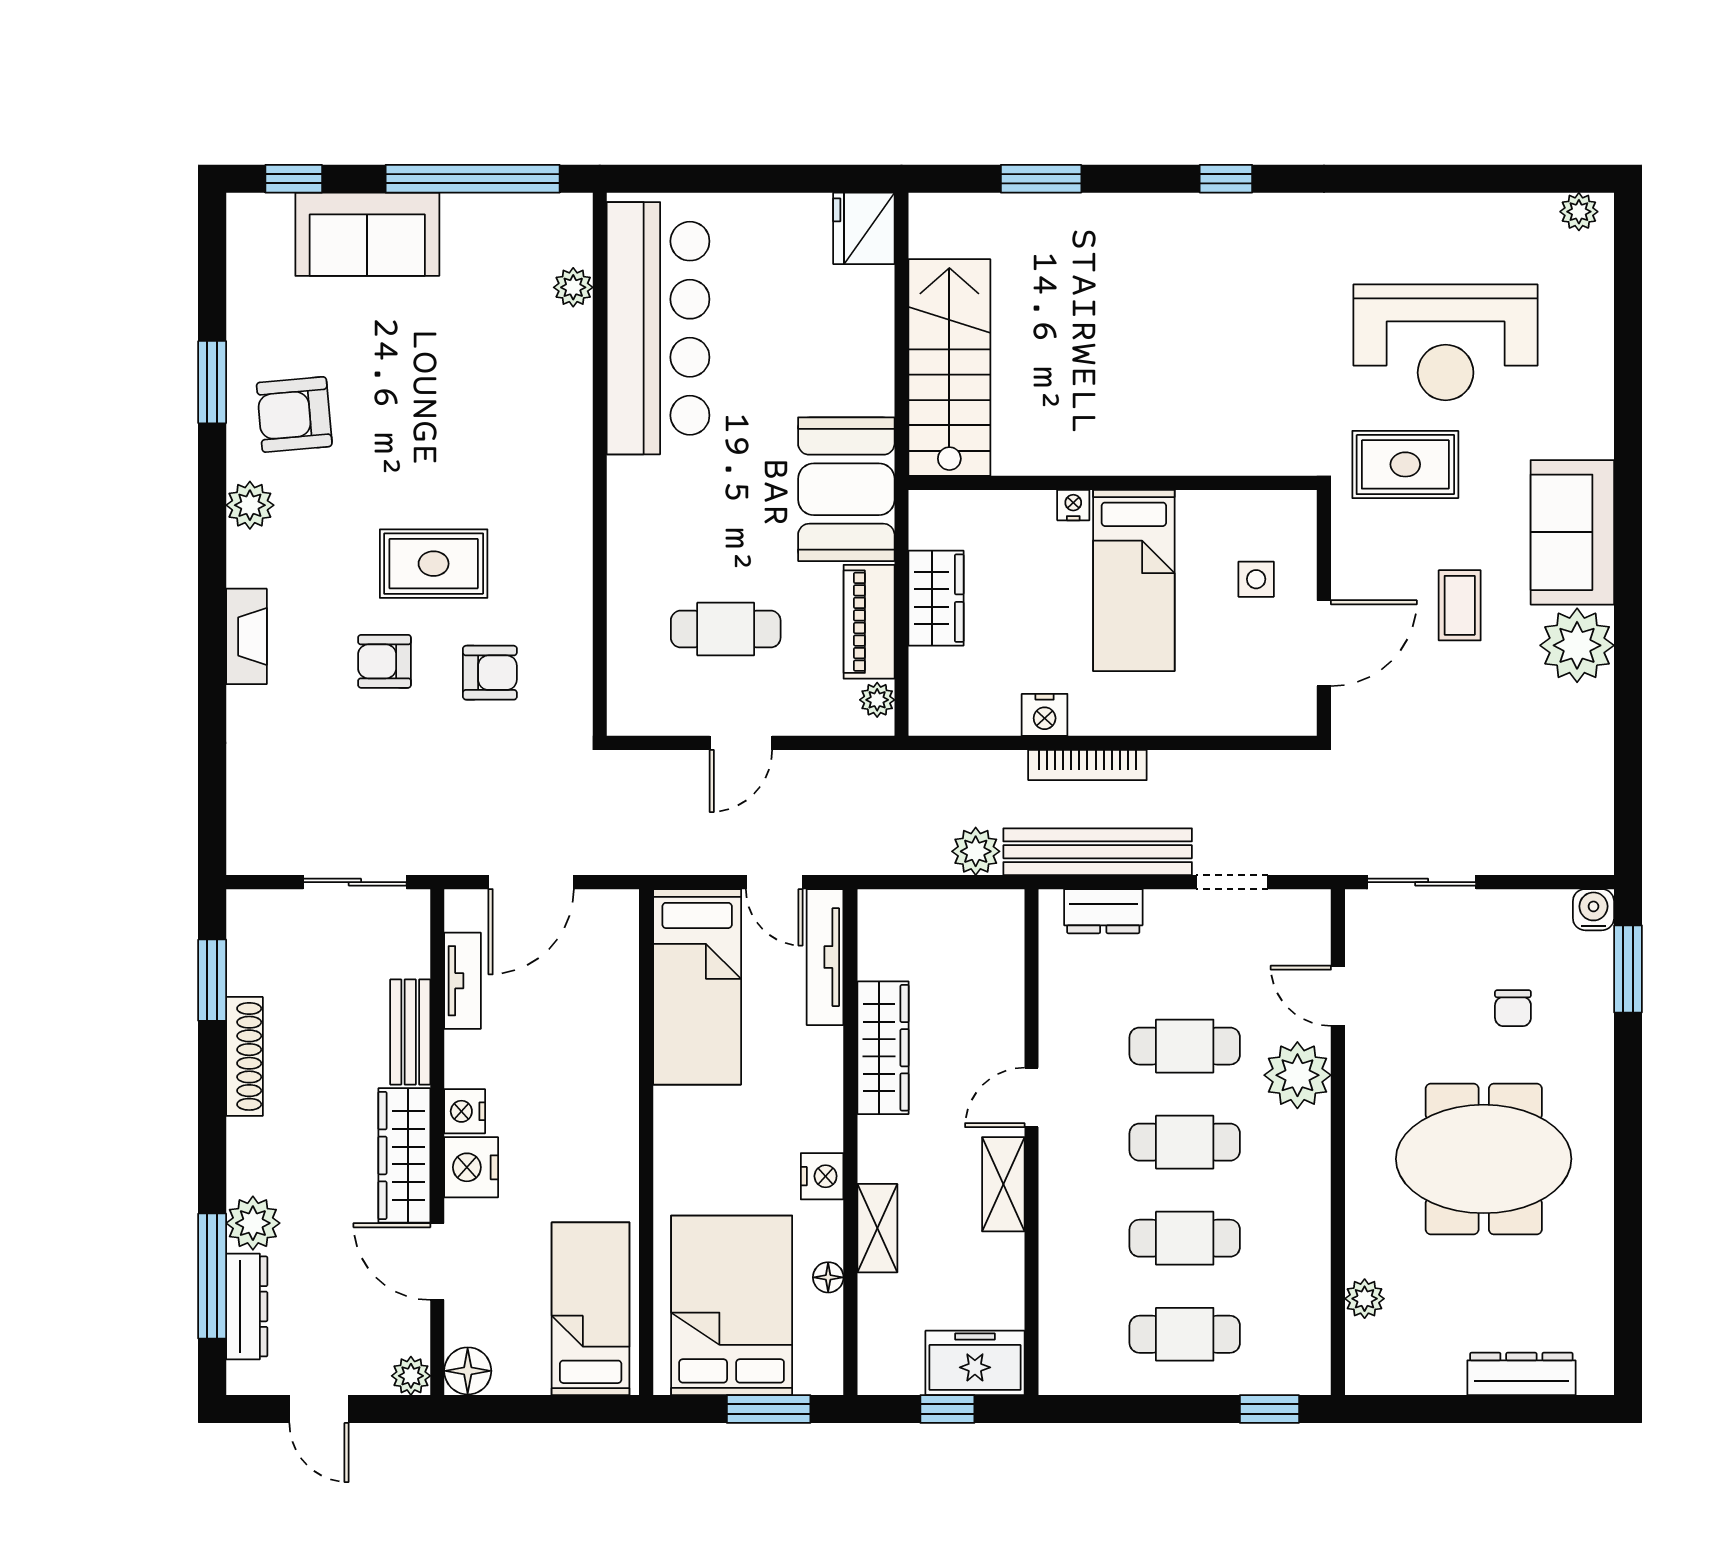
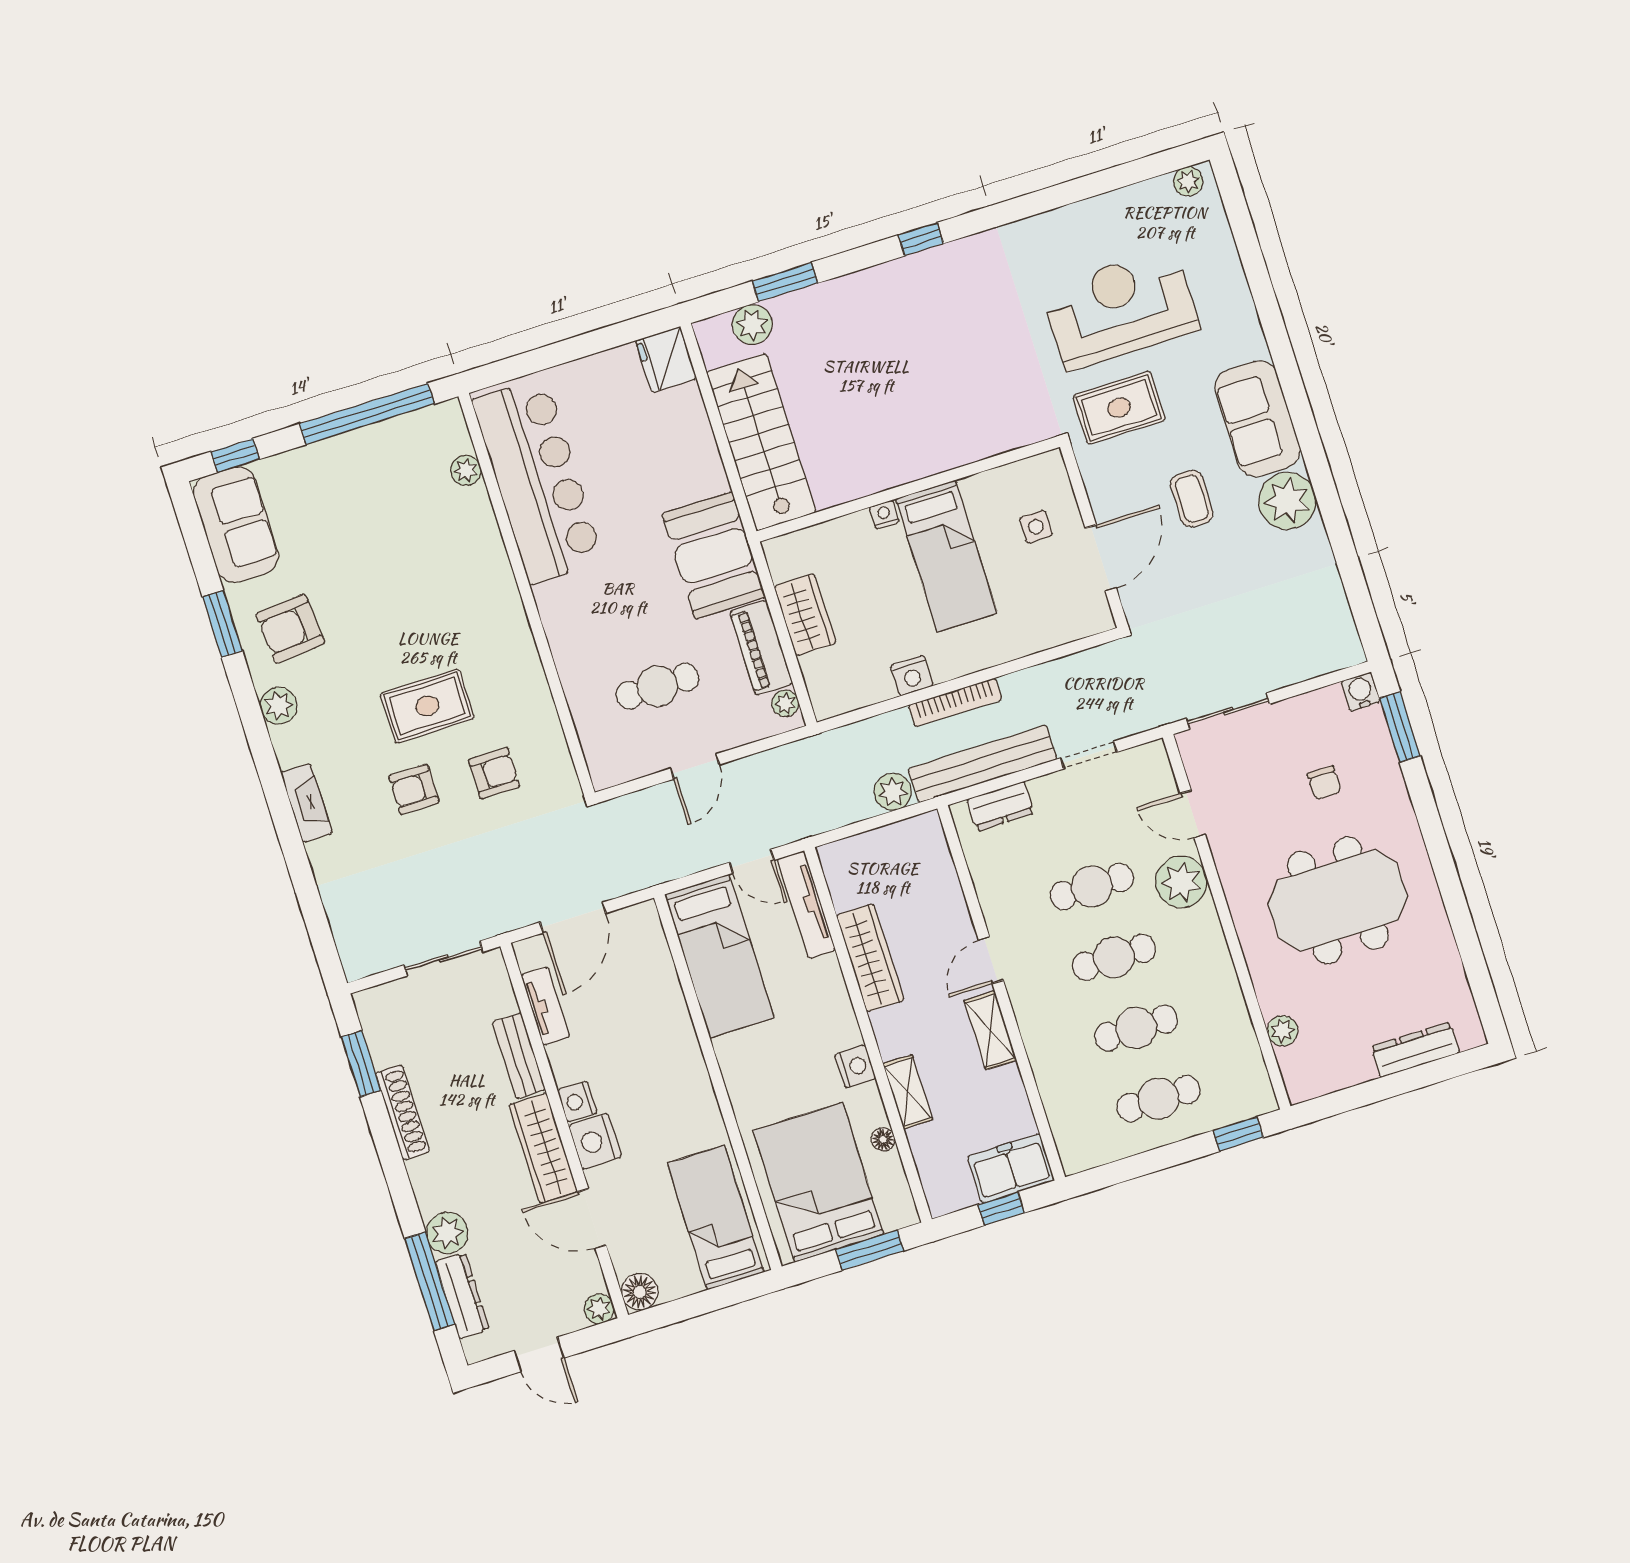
plant: (984, 218) -> (752, 324), added
sofa: (367, 234) -> (236, 525), moved, turned -90
reception desk: (1446, 342) -> (1120, 309), turned 180

